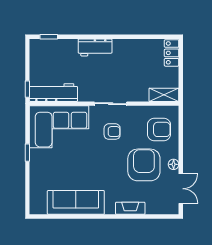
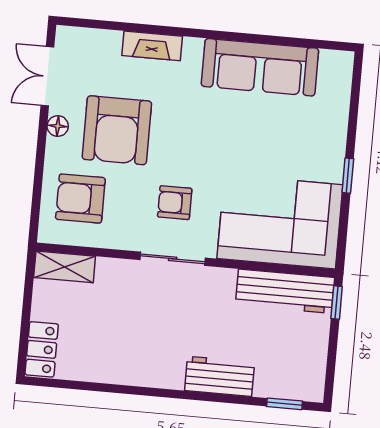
workbench: (95, 47) -> (220, 376), moved

